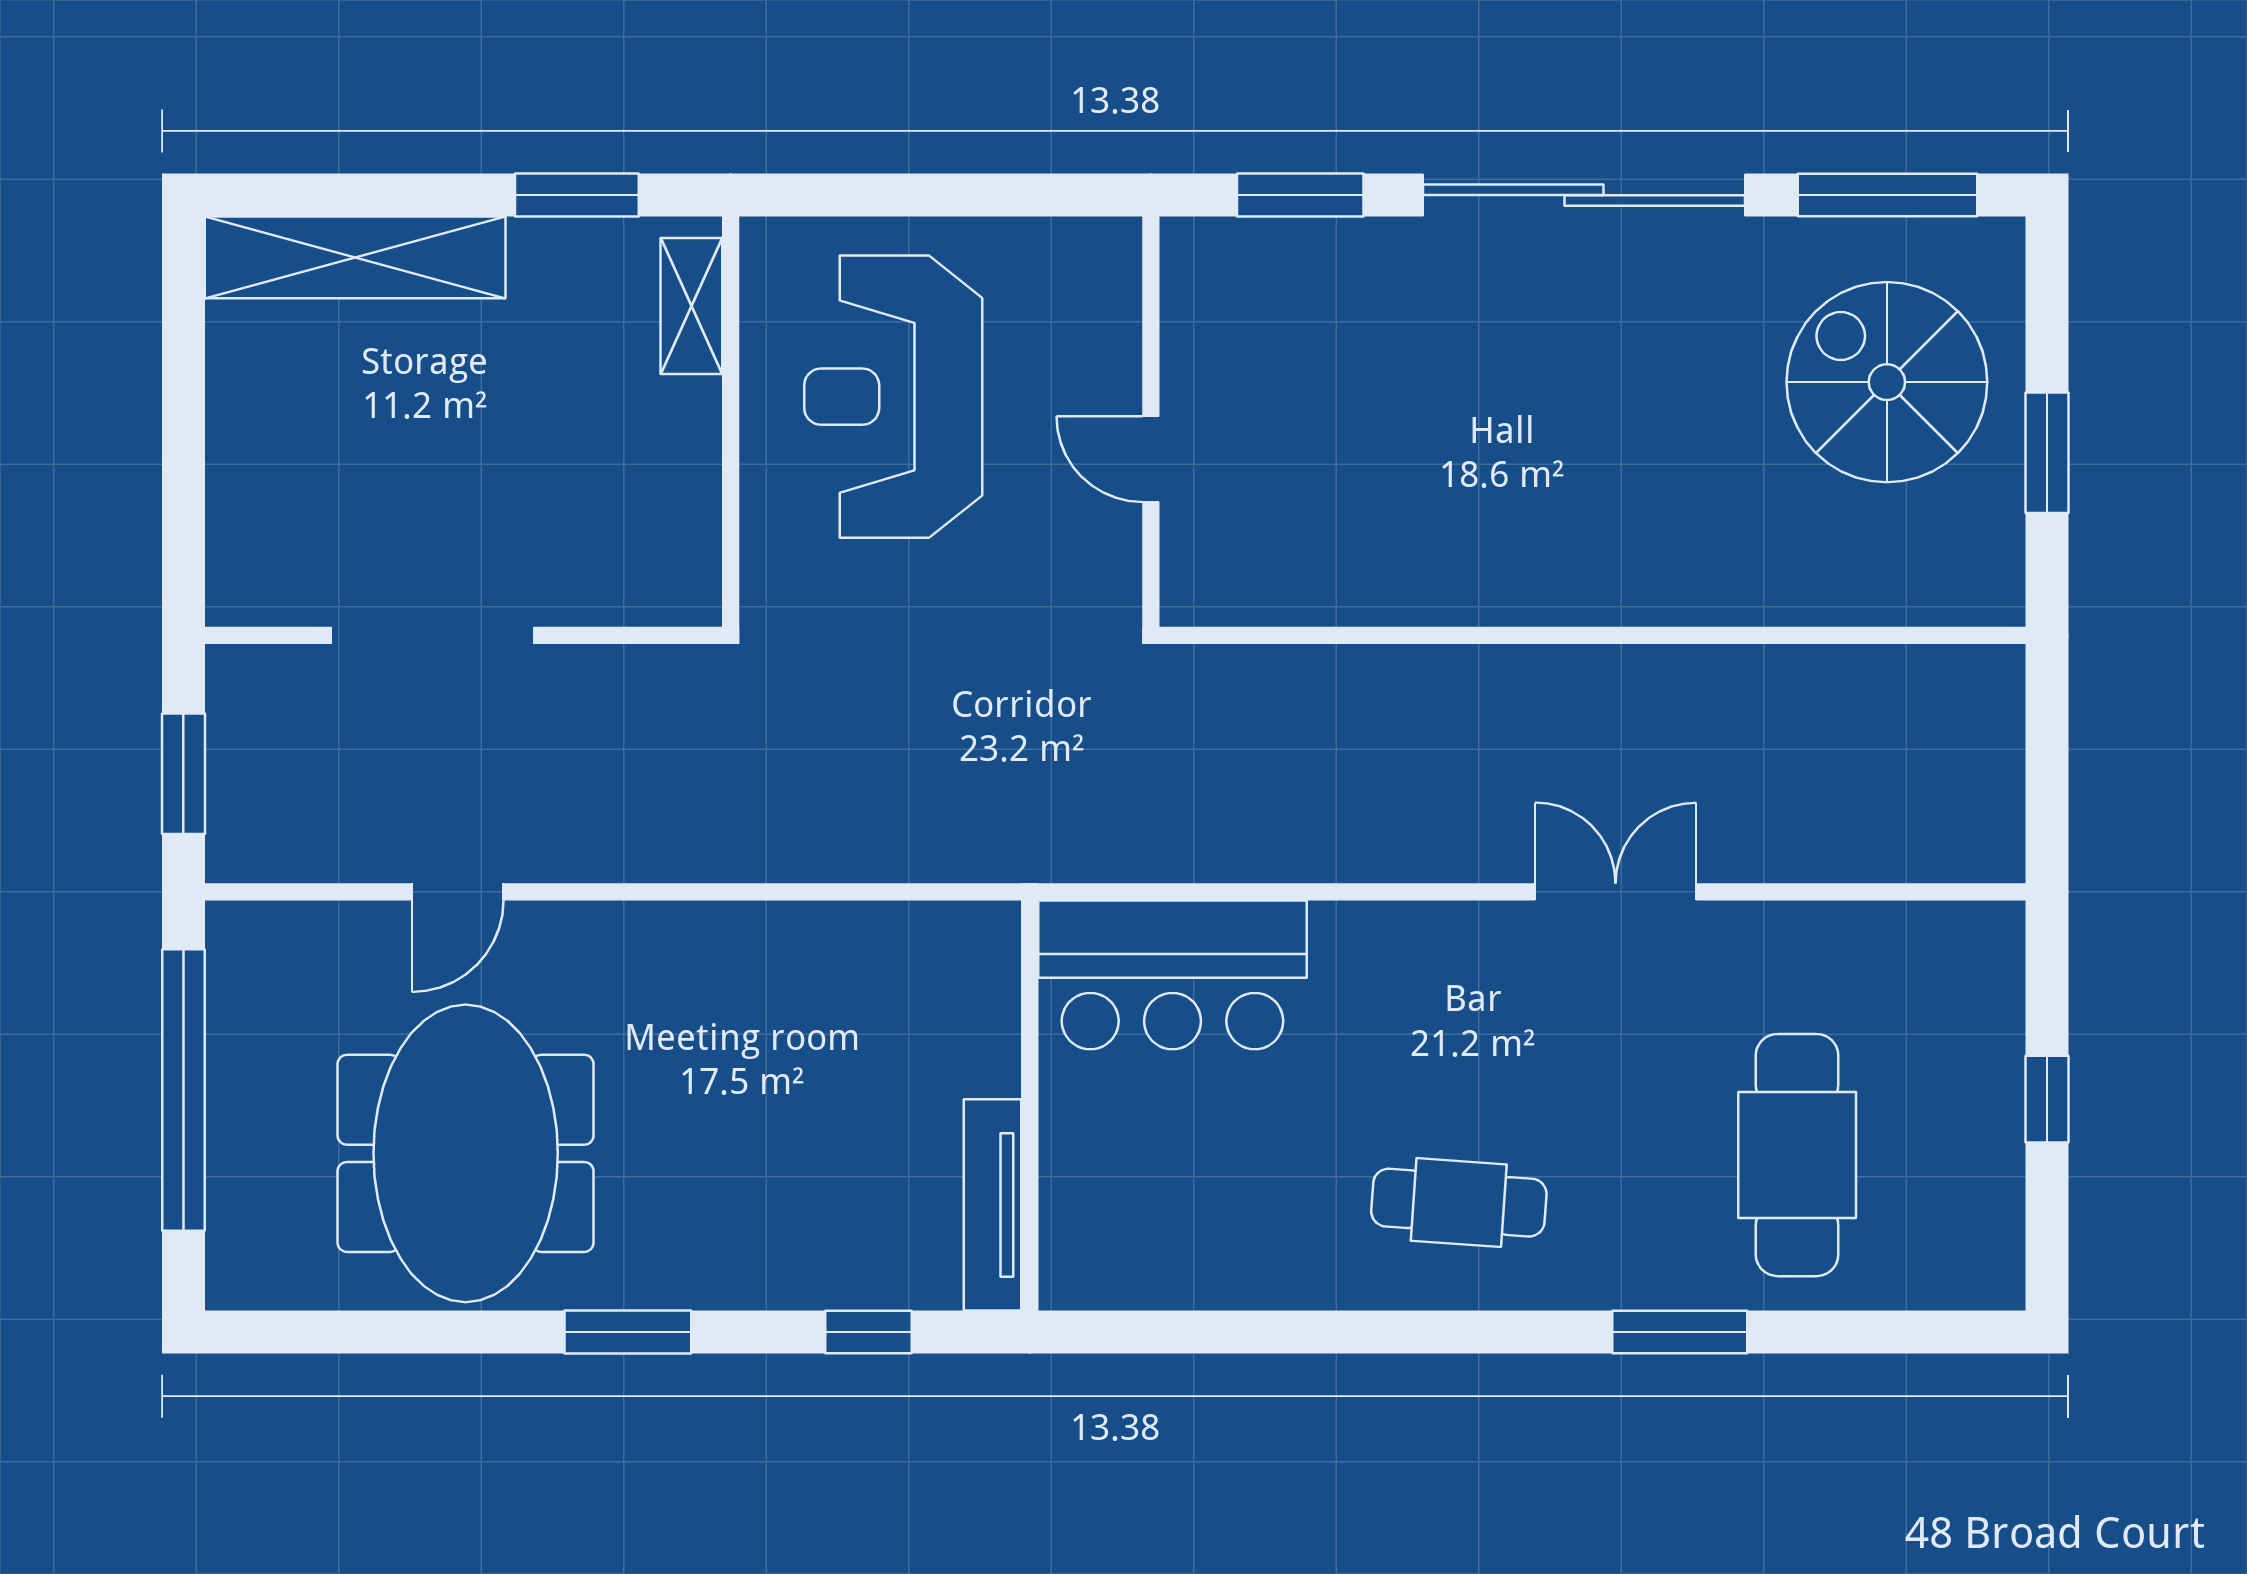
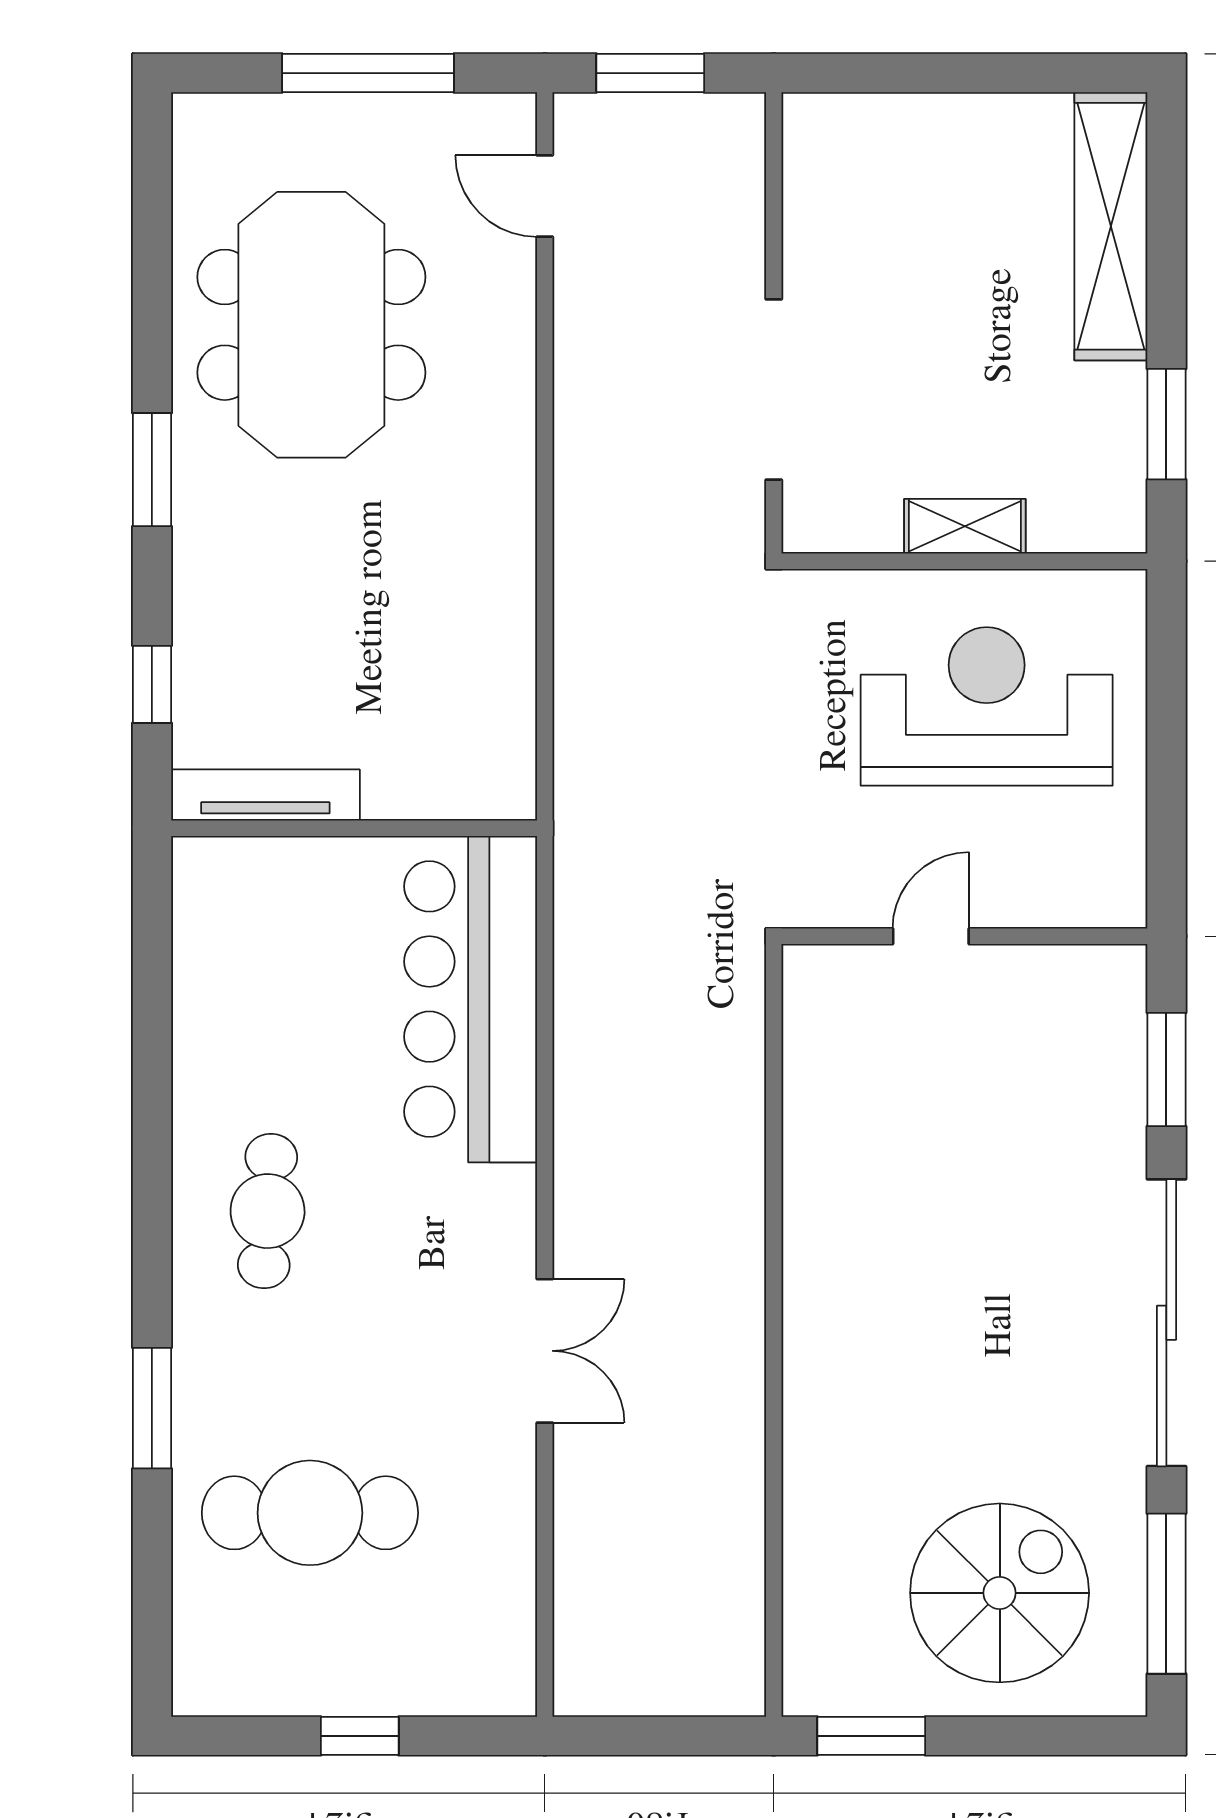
shelving: (691, 306) -> (965, 526), moved
window: (2047, 453) -> (871, 1736), moved
doorway: (433, 635) -> (774, 389), moved
door: (458, 892) -> (545, 196), moved
bar counter: (1172, 975) -> (471, 999), width x1.36
window: (183, 1090) -> (368, 73), width x0.68
meeting table: (466, 1153) -> (311, 325), turned 90

